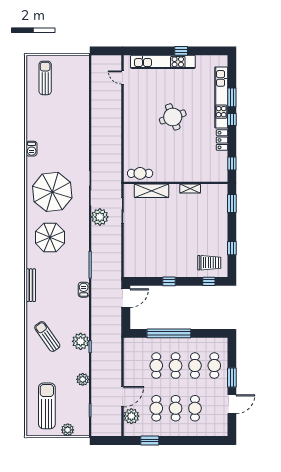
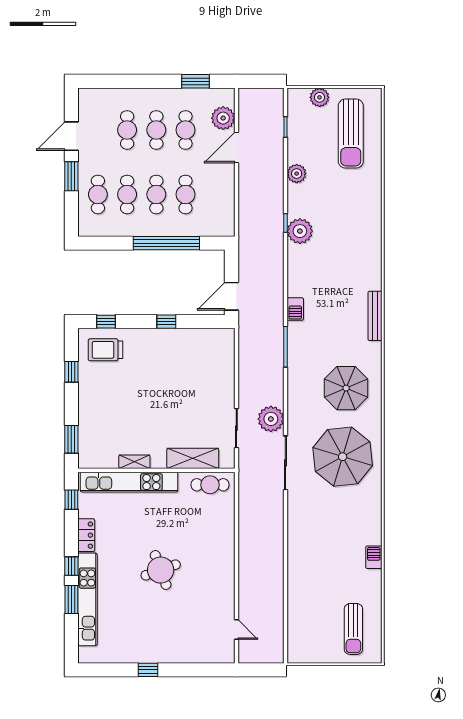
kitchen unit: (163, 62) -> (129, 482), moved, turned 180
barbecue: (32, 149) -> (374, 557), moved
sun lounger: (47, 337) -> (350, 238), removed

